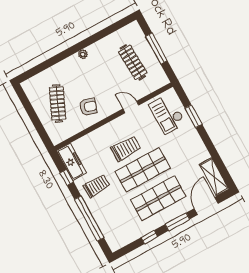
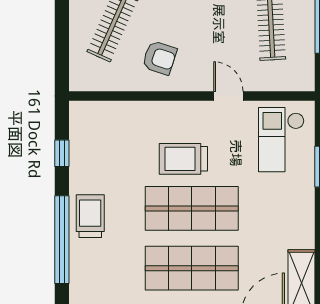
trolley: (126, 149) -> (183, 159), turned 180
freezer: (71, 162) -> (83, 132), removed
trolley: (97, 186) -> (90, 216), moved, turned -87

